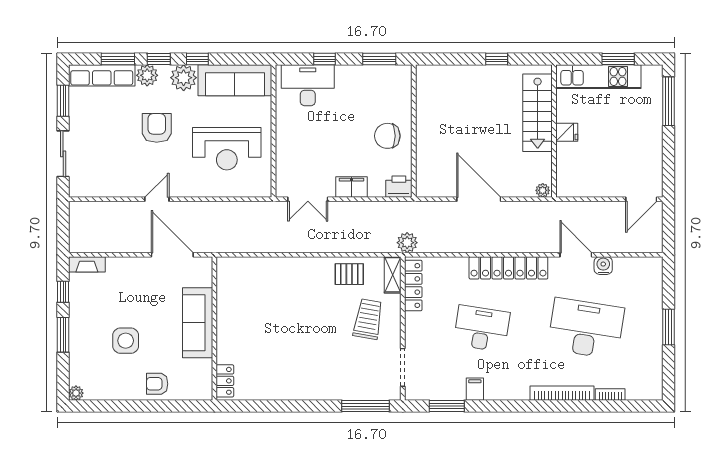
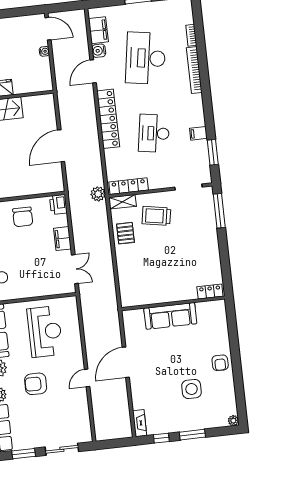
plant: (543, 190) -> (49, 100), removed
water cooler: (611, 191) -> (44, 51), added
door: (157, 199) -> (87, 378), hinge flipped
filing cabinet: (631, 268) -> (98, 30), added
sofa: (198, 323) -> (170, 316), moved
wall: (214, 329) -> (173, 303), moved
locker: (225, 381) -> (210, 292), moved

